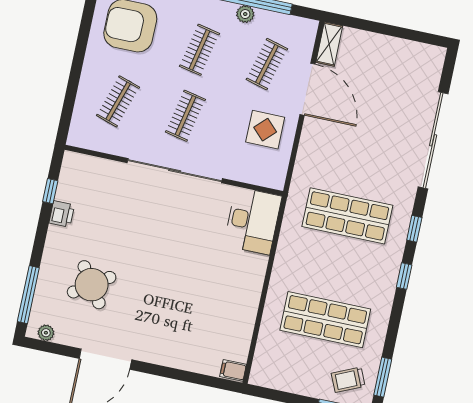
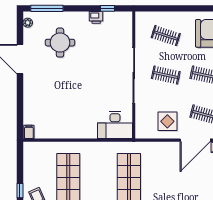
round table: (92, 285) -> (60, 43), turned 34

